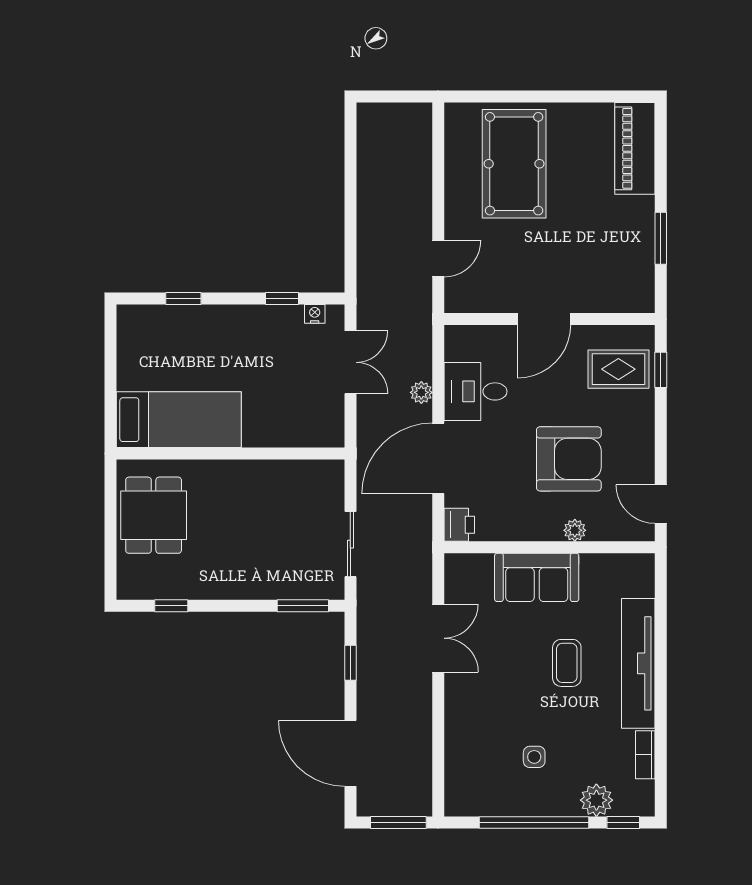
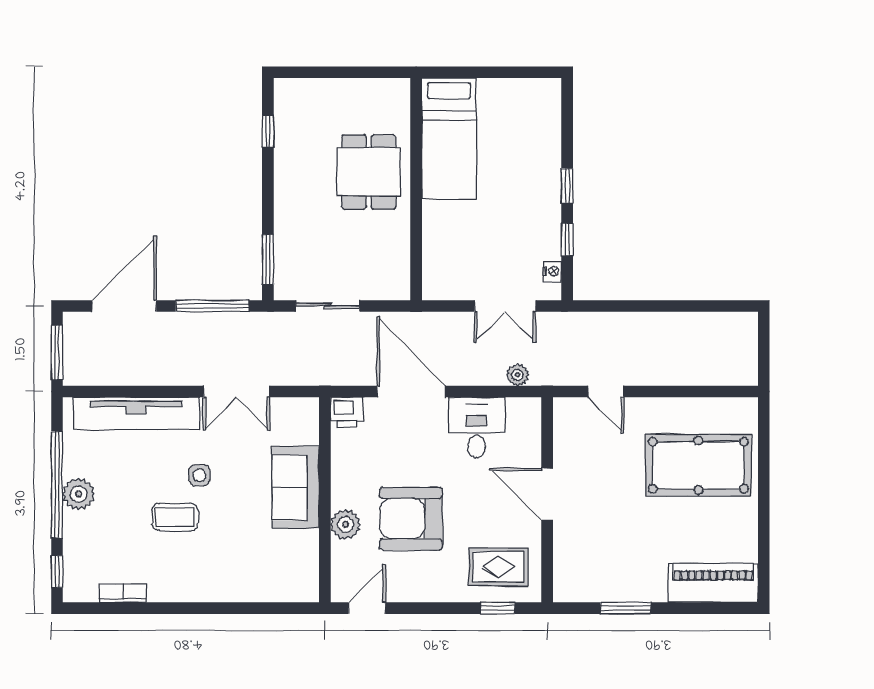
window: (183, 298) -> (567, 186), moved
rug: (618, 369) -> (498, 567), turned 90
plant: (421, 392) -> (518, 375), moved
armchair: (569, 459) -> (411, 519), turned 90
dining table: (154, 515) -> (369, 172), moved, turned 90
plant: (575, 530) -> (346, 524), width x1.38, depth x1.38
window: (350, 663) -> (212, 306), width x2.17
coffee table: (567, 663) -> (175, 517), moved
tv unit: (638, 663) -> (136, 413), moved, turned 180
side table: (534, 757) -> (199, 475), moved
plant: (596, 800) -> (79, 494), moved

